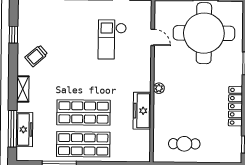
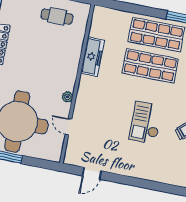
checkout: (112, 40) -> (146, 123), moved, turned 180
plant: (159, 88) -> (68, 97), moved

